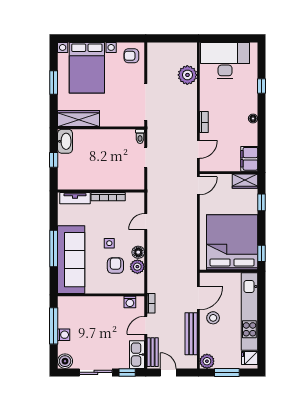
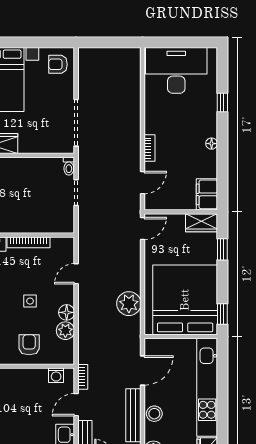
plant: (187, 75) -> (129, 304), moved
armchair: (115, 266) -> (29, 345), moved
stool: (213, 318) -> (154, 414), moved

